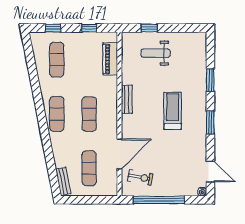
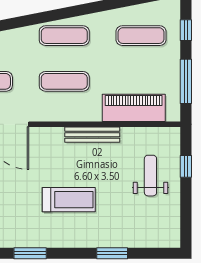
window: (89, 28) -> (186, 81), width x2.17
piano: (110, 59) -> (134, 108), width x1.37, depth x1.33
bench: (127, 99) -> (92, 135), width x1.36
window: (210, 122) -> (30, 253), moved

